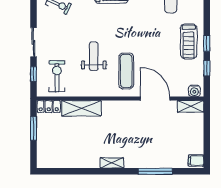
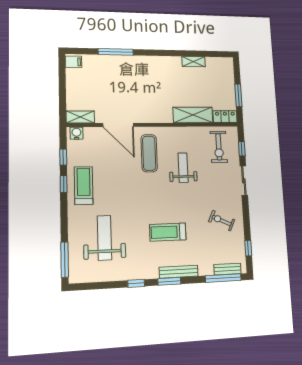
weight bench: (94, 56) -> (183, 168), turned 180
shelving: (112, 163) -> (193, 62), moved

